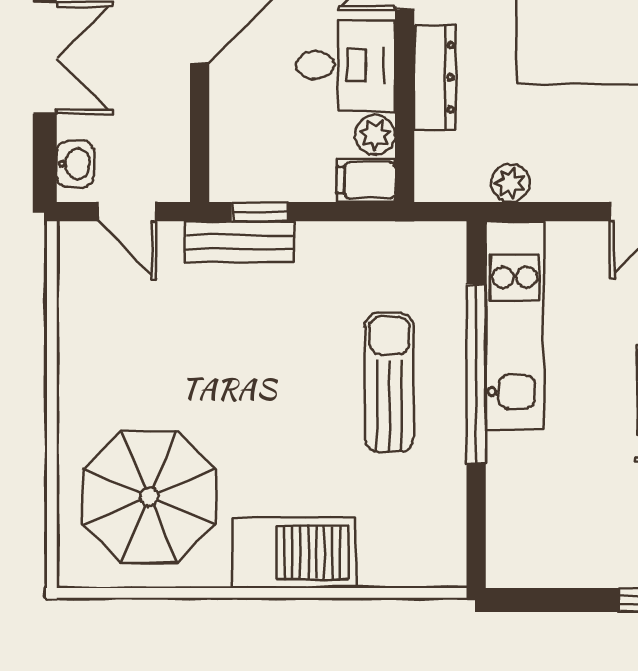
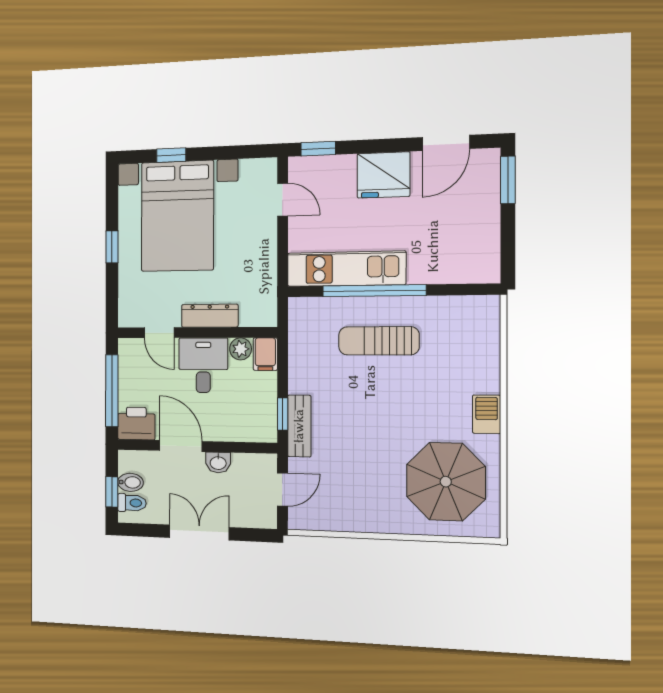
washbasin: (75, 164) -> (218, 463), moved, turned 180
plant: (510, 183) -> (267, 273), removed
barbecue: (294, 553) -> (487, 414), width x0.53, depth x0.65

